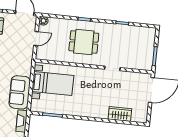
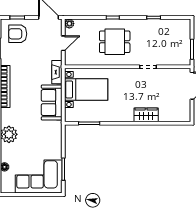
wardrobe: (120, 114) -> (146, 115), moved
fireplace: (22, 121) -> (57, 72), moved

